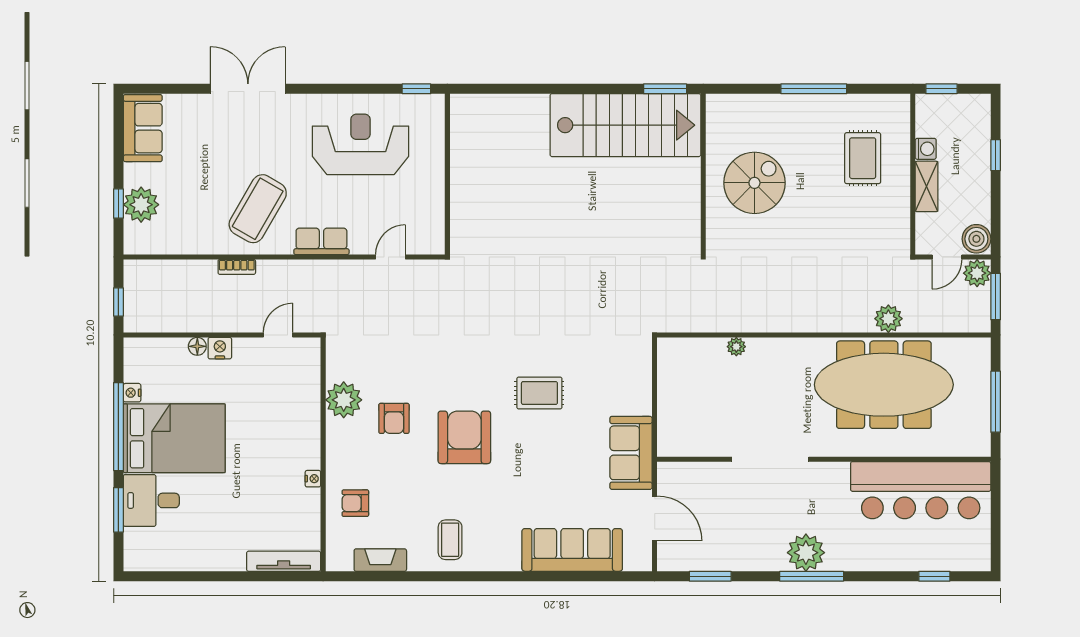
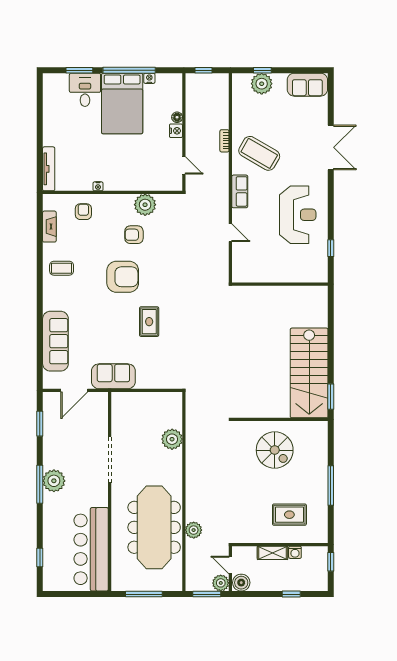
wall: (447, 174) -> (280, 284), moved
plant: (736, 347) -> (172, 439), width x1.87, depth x1.87

